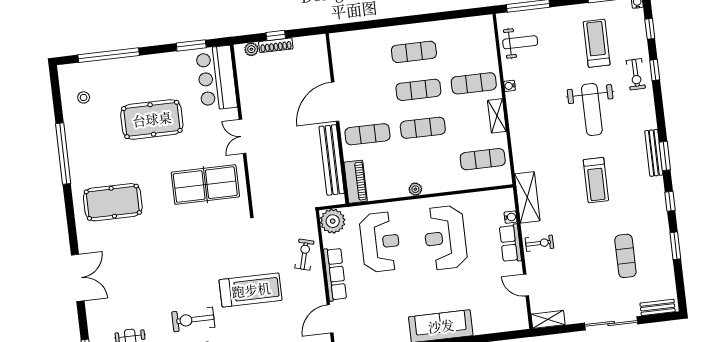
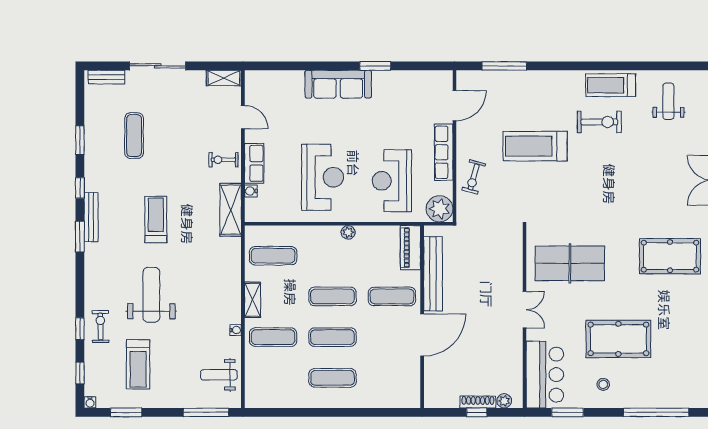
stool: (84, 97) -> (603, 384), moved
bench: (654, 153) -> (91, 217), moved

